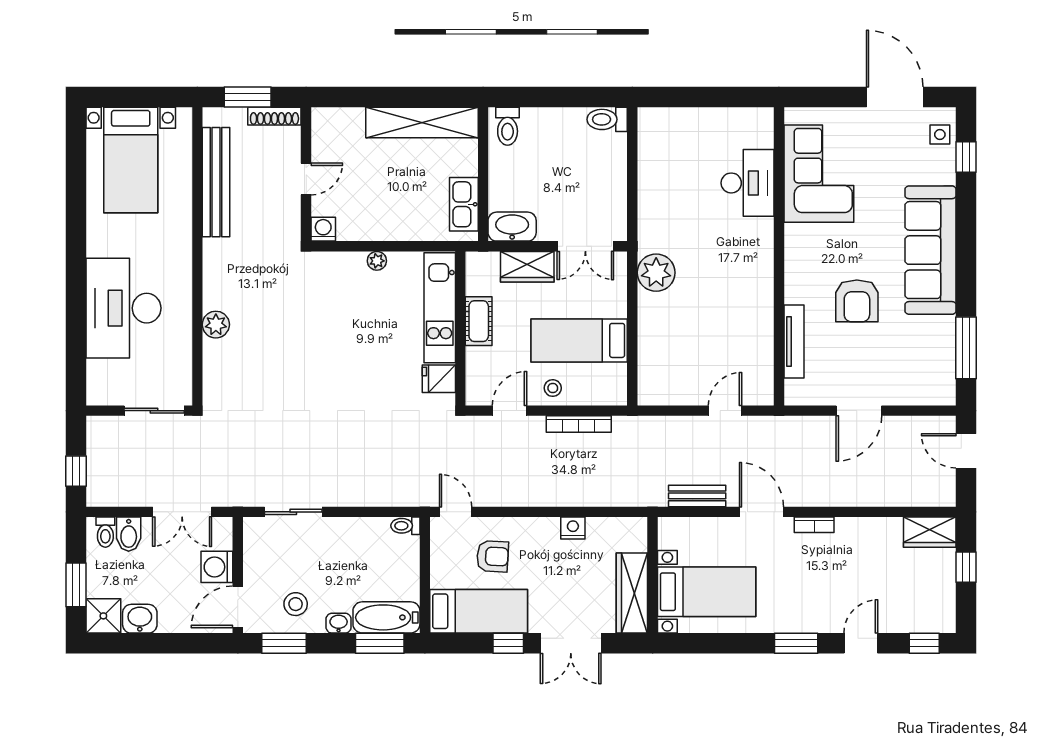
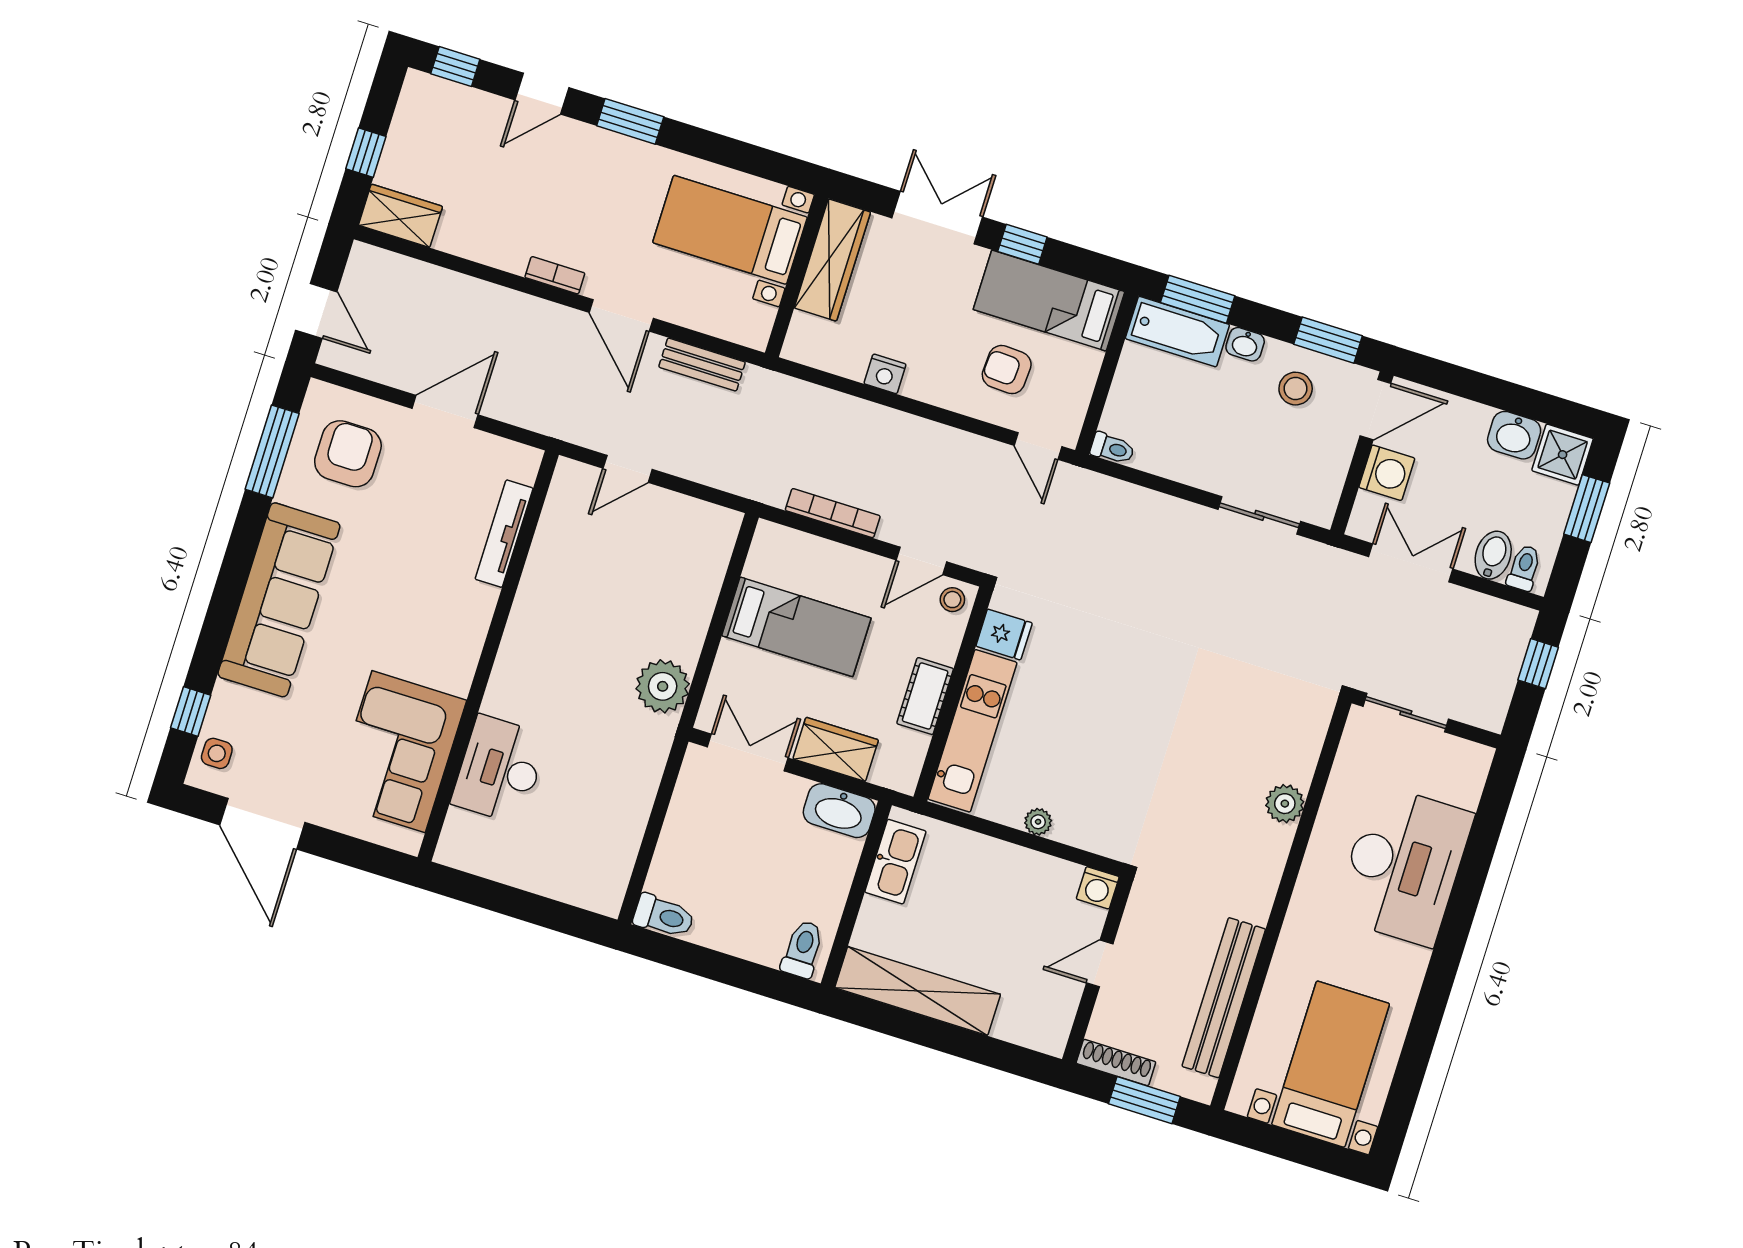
armchair: (857, 301) -> (348, 454), moved
stool: (553, 388) -> (952, 600), moved

